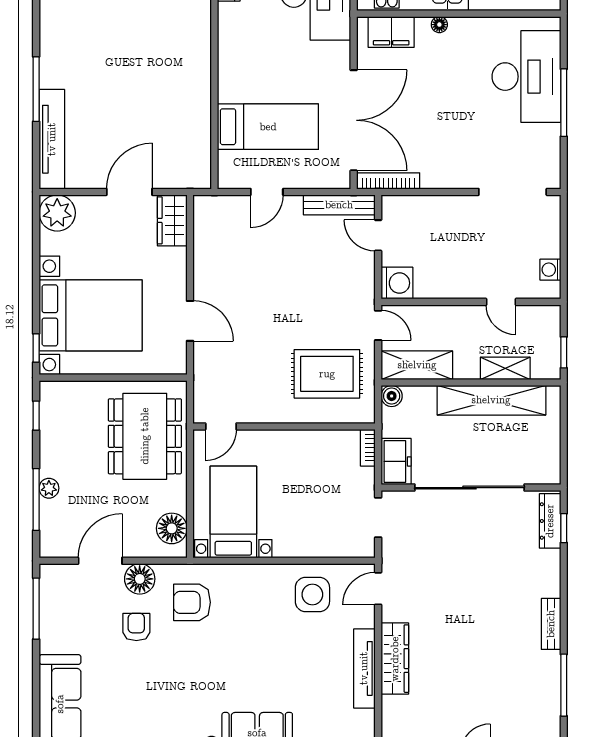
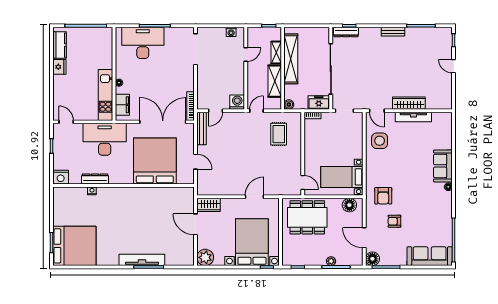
bed: (268, 127) -> (155, 161), width x2.04
tv unit: (52, 139) -> (142, 260), moved
shelving: (417, 365) -> (275, 81), moved
rug: (327, 374) -> (279, 134), width x0.73, depth x0.70
floor lamp: (140, 579) -> (372, 259), moved

